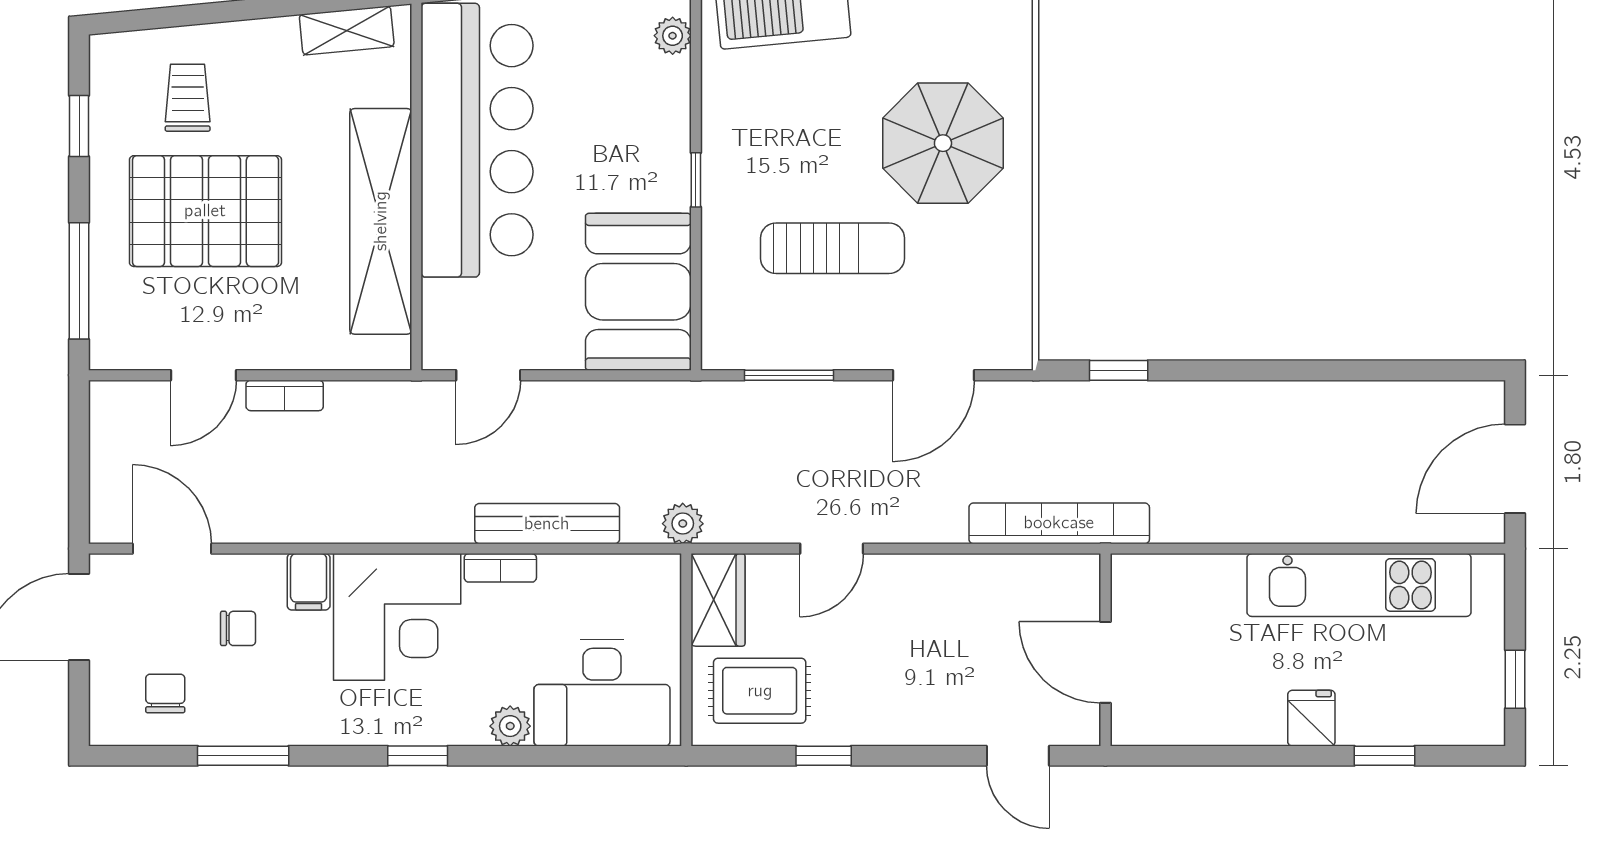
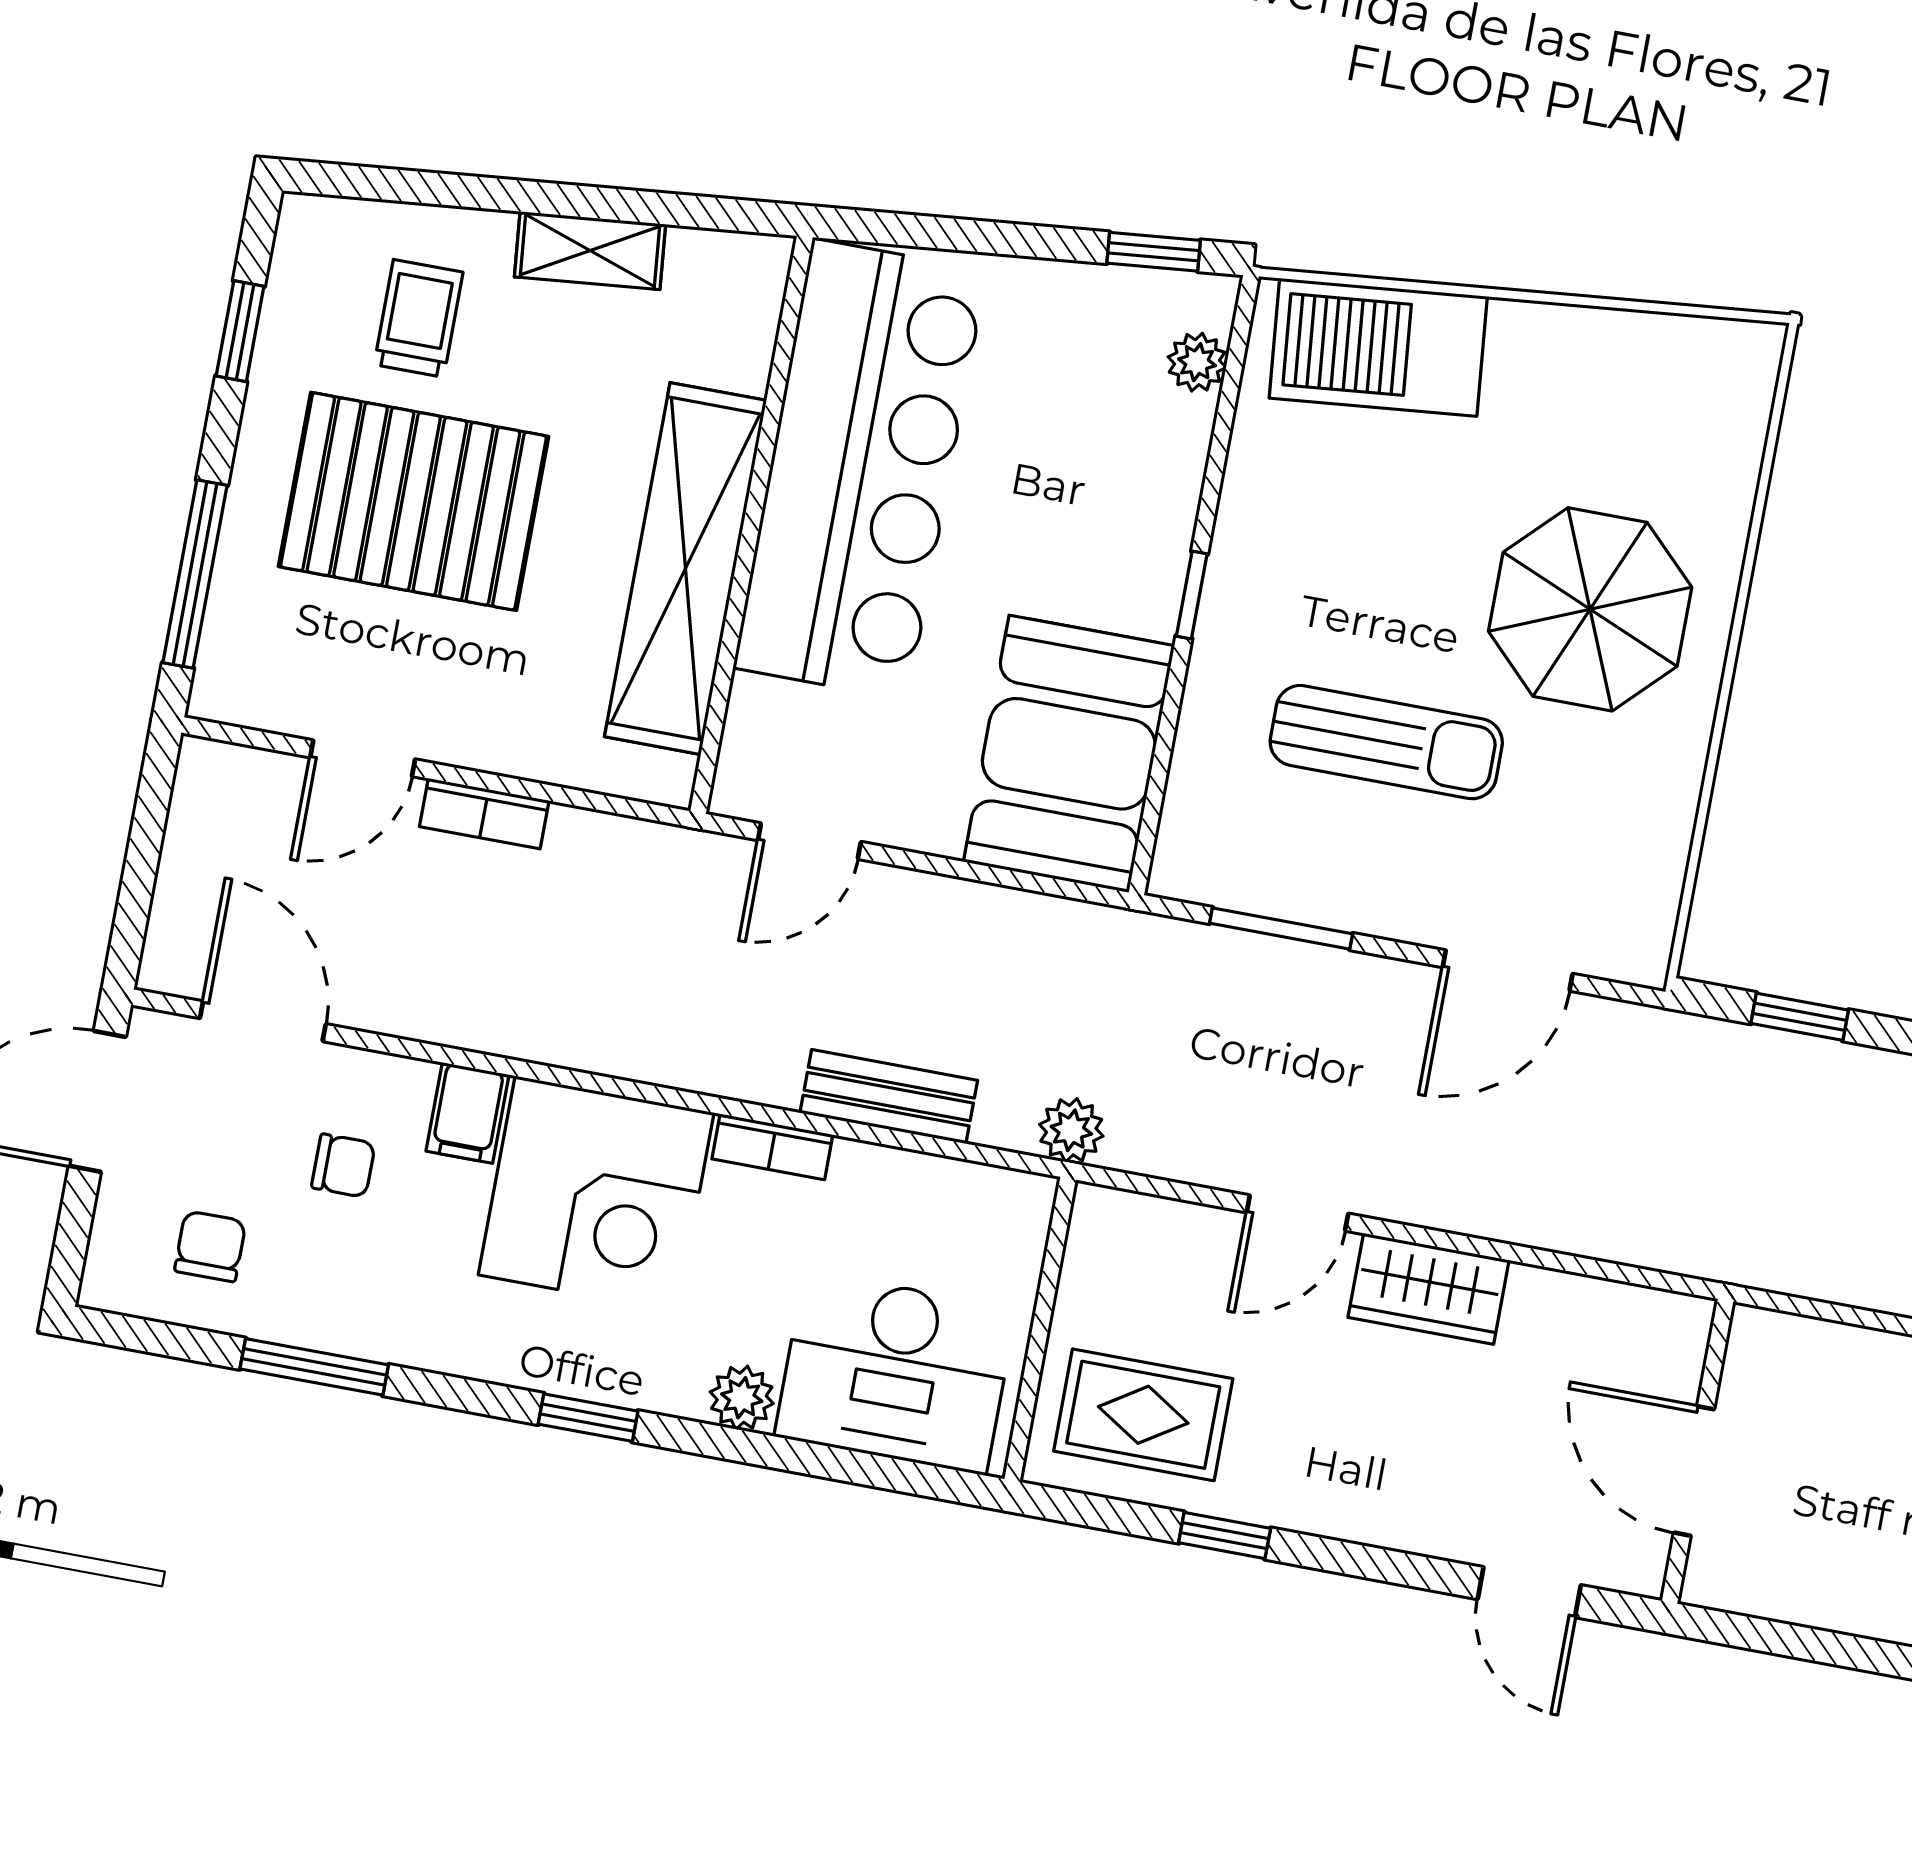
shelving: (347, 30) -> (590, 251), moved
bookcase: (1059, 523) -> (1662, 1239), removed
bench: (547, 524) -> (889, 1097), width x0.73
wardrobe: (718, 600) -> (1429, 1289), moved, turned 90

